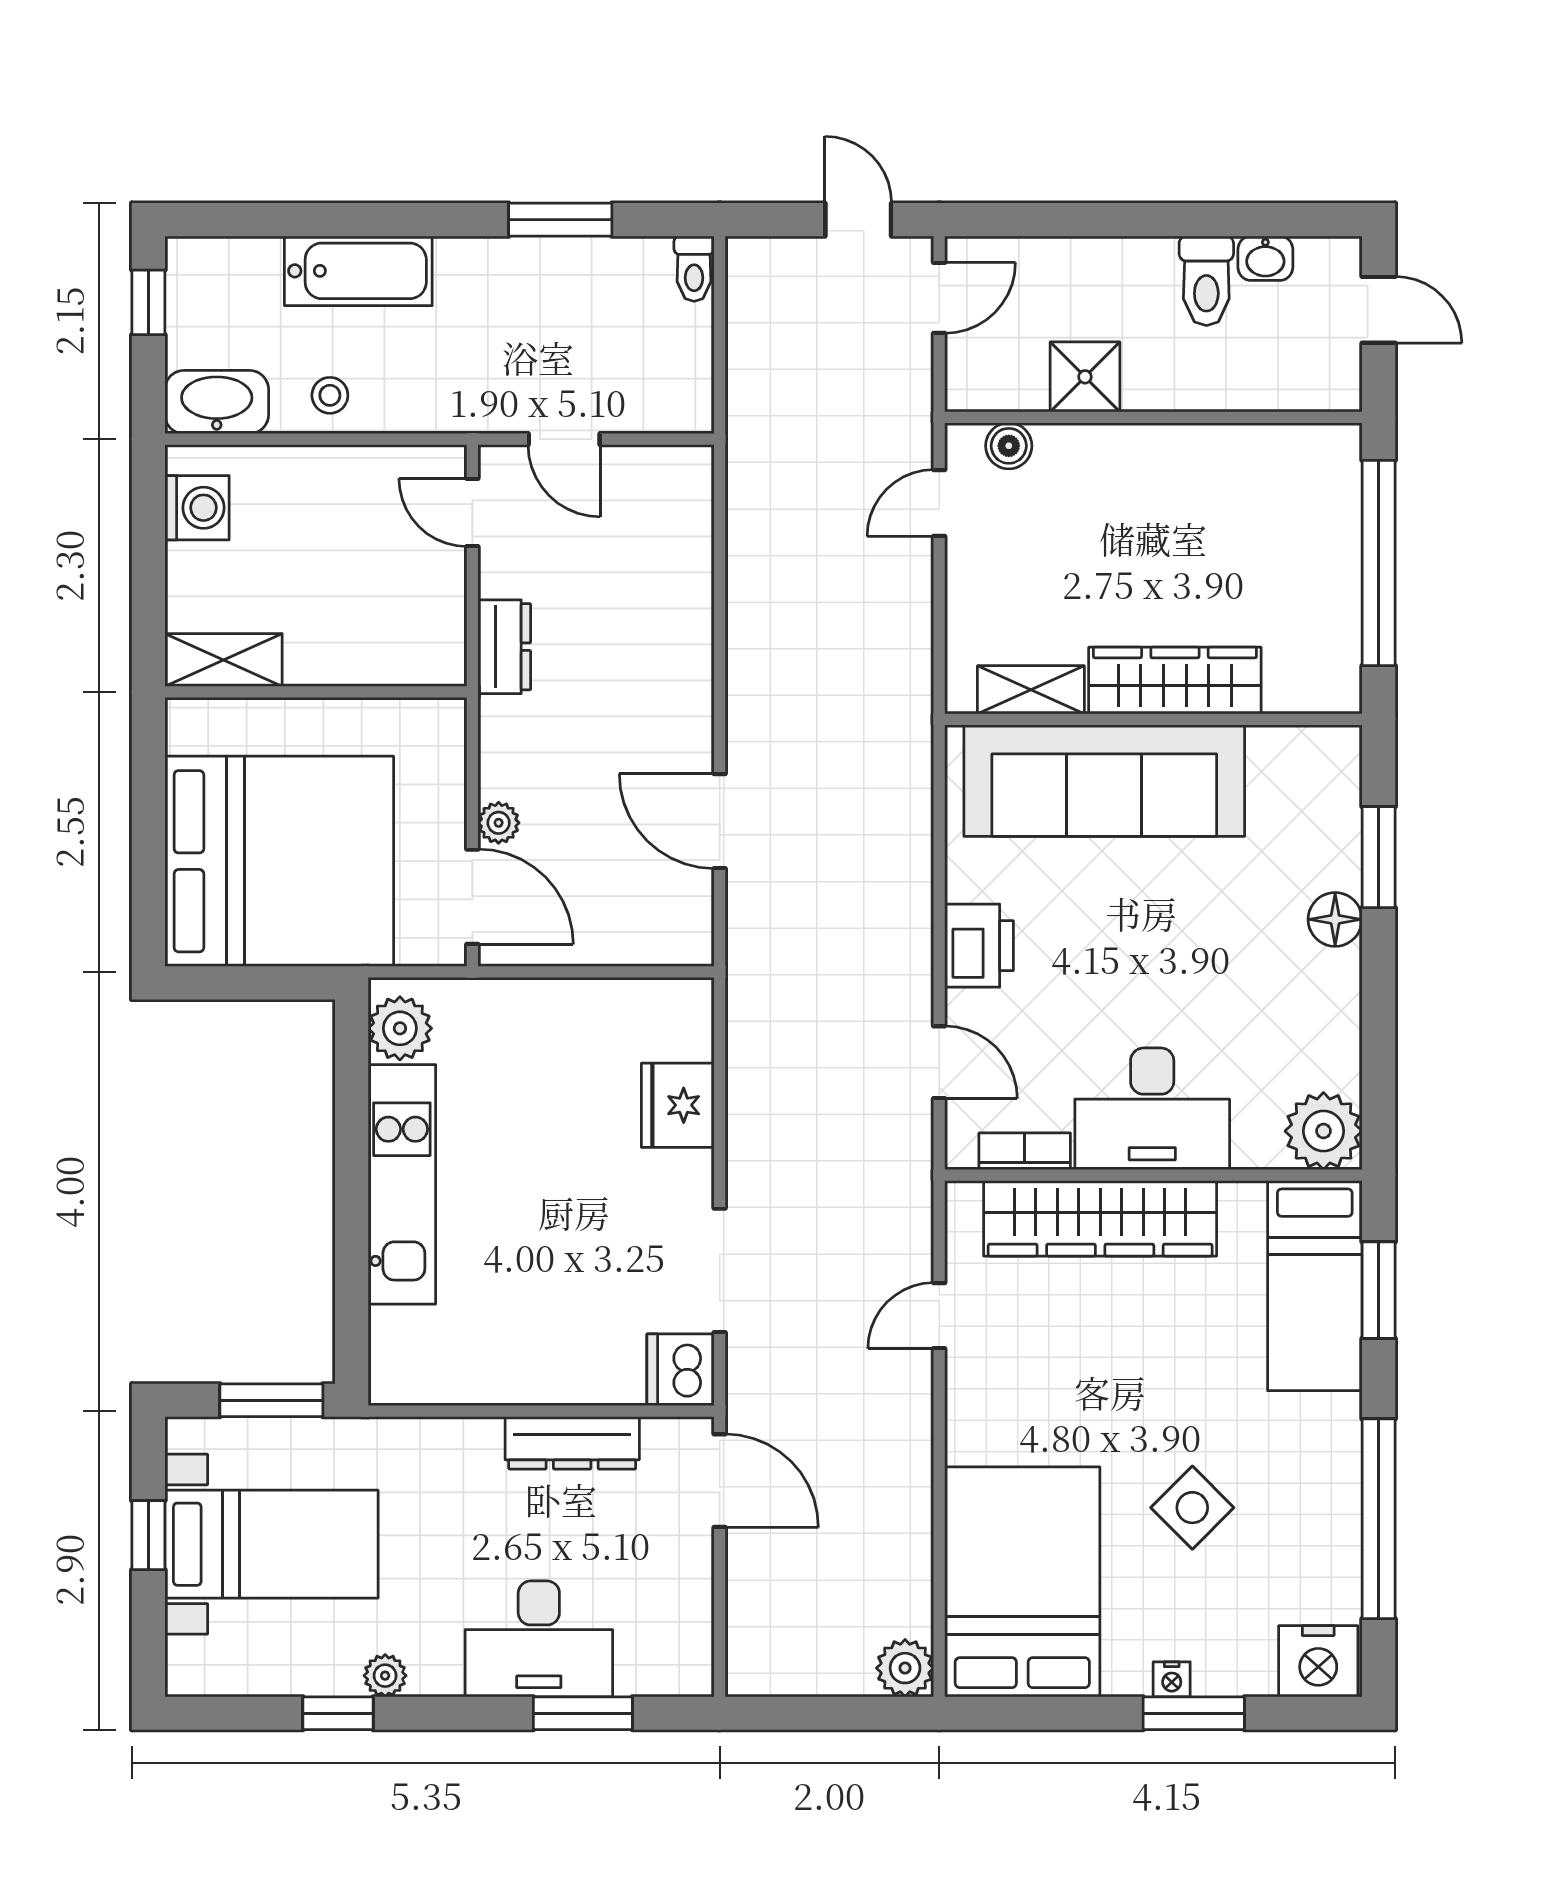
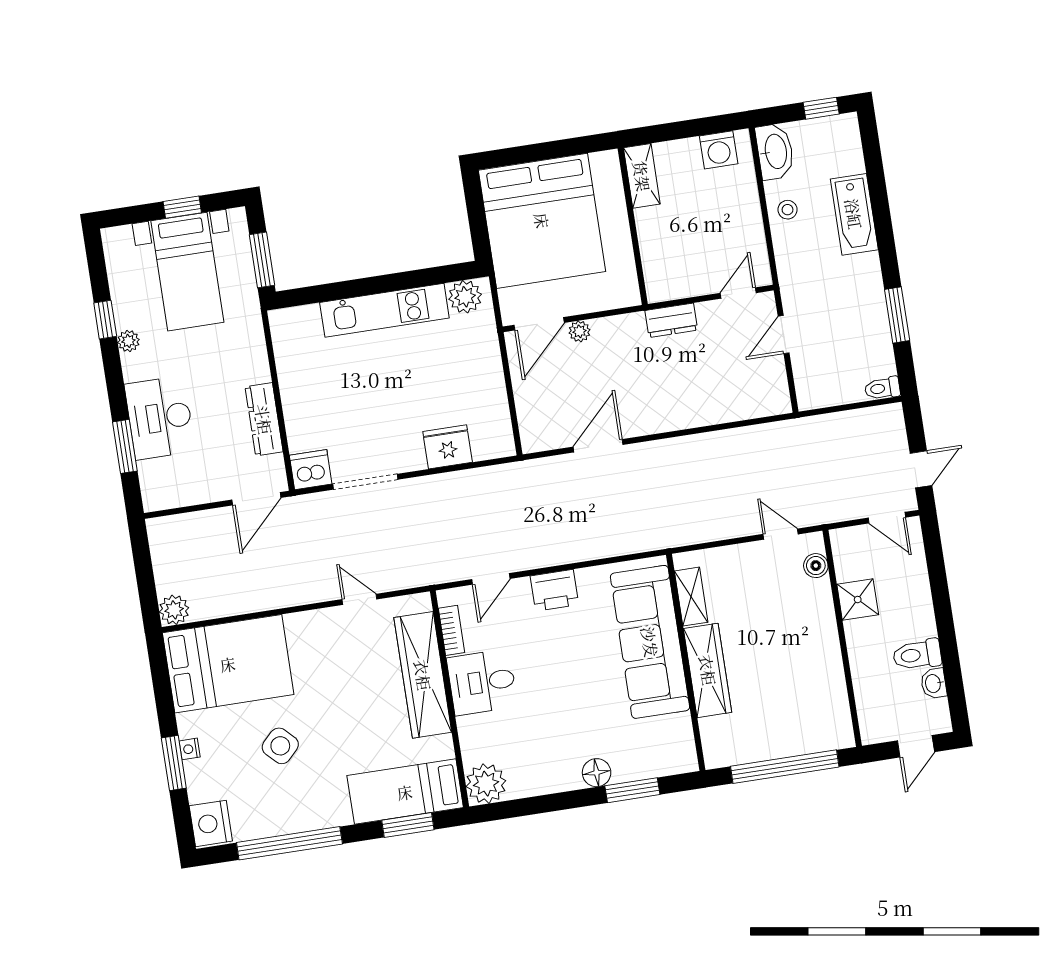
desk: (1152, 1109) -> (482, 682), width x0.73

